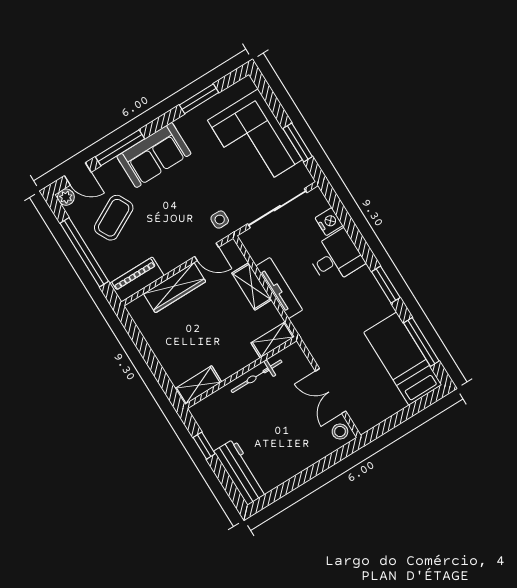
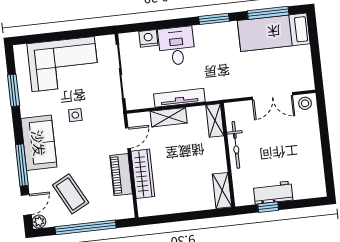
window: (298, 142) -> (80, 34), removed
side table: (220, 220) -> (75, 115), moved
piano: (137, 279) -> (121, 175), moved
workbench: (241, 472) -> (273, 193), moved, width x0.73

